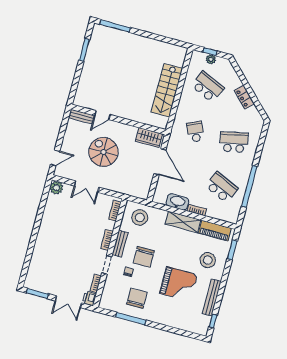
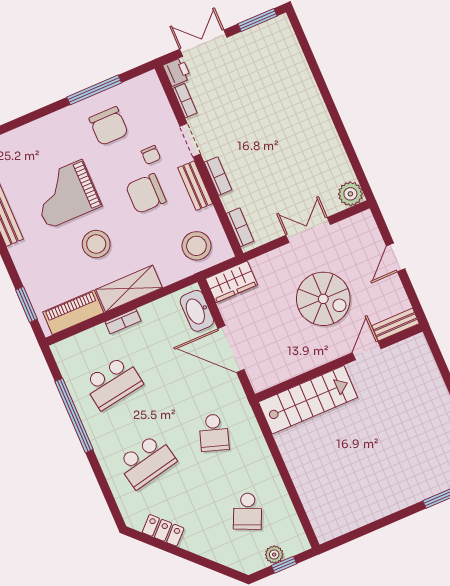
school desk: (208, 87) -> (248, 511), width x0.54
stairs: (167, 90) -> (308, 400), moved, turned 90
locker: (244, 97) -> (163, 530), moved
school desk: (195, 132) -> (214, 433), turned 42
wardrobe: (149, 137) -> (231, 282), moved, turned 180
door: (55, 158) -> (396, 257), moved
school desk: (222, 187) -> (113, 383), turned -33
washbasin: (177, 202) -> (197, 311), moved, turned 90
chair: (144, 257) -> (146, 194), turned -90
stool: (208, 260) -> (96, 244), moved

